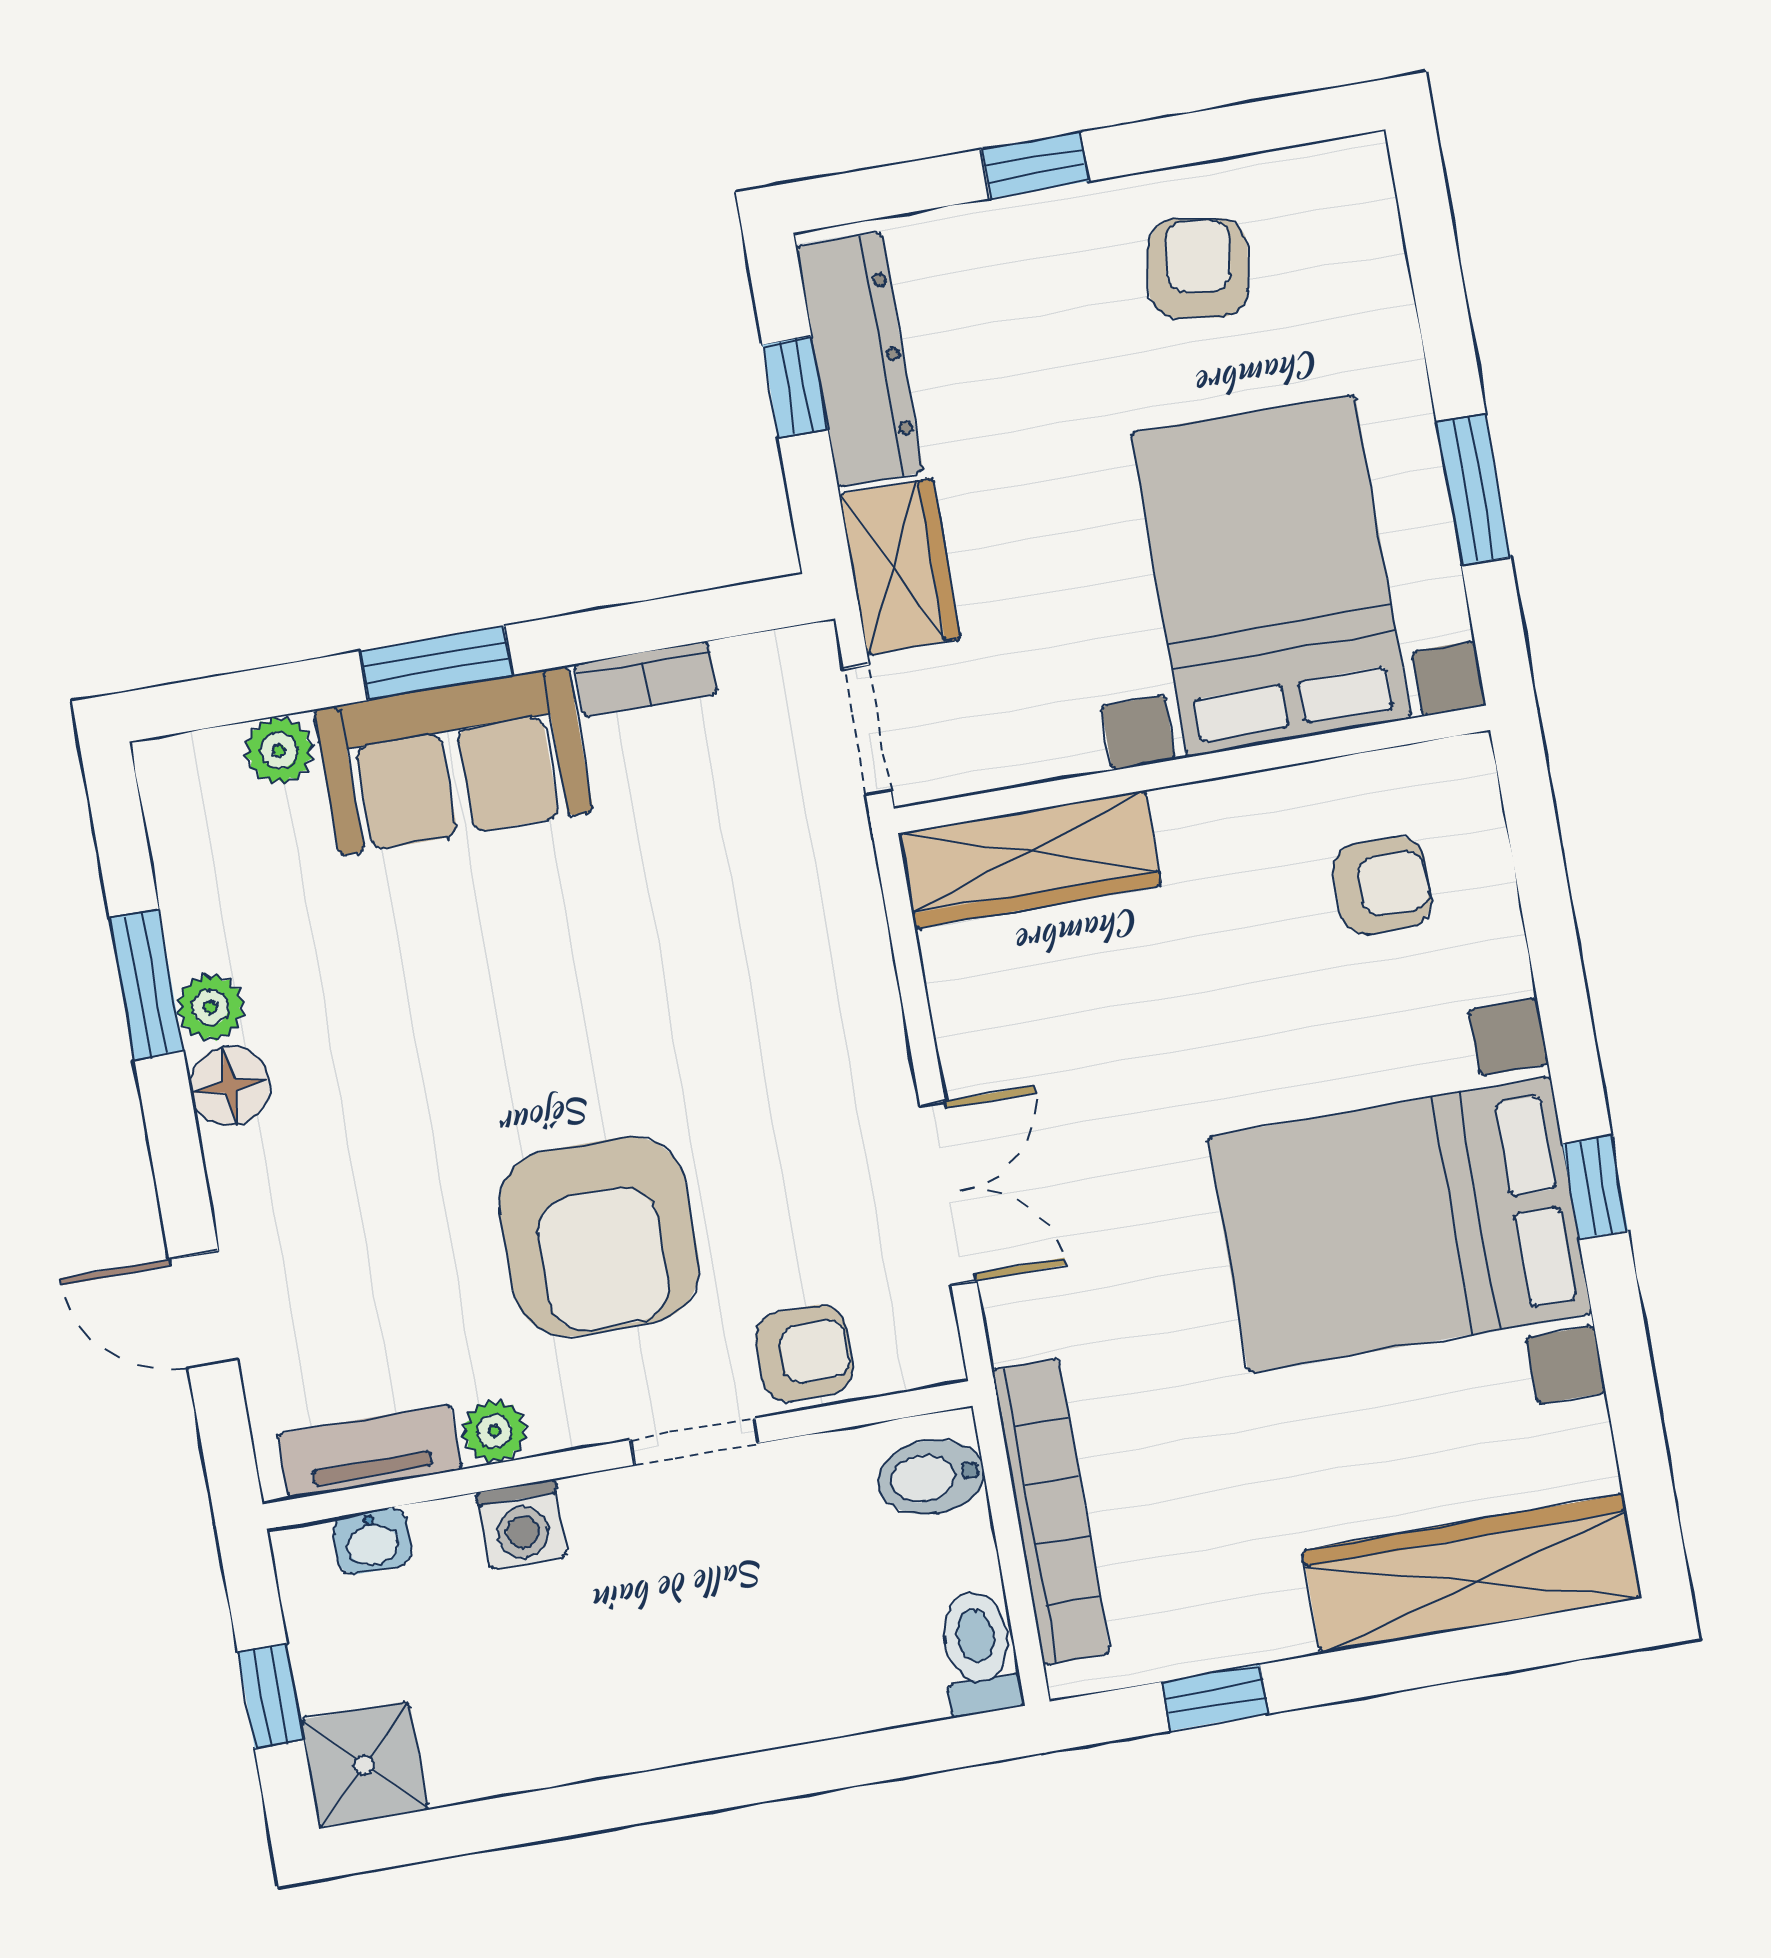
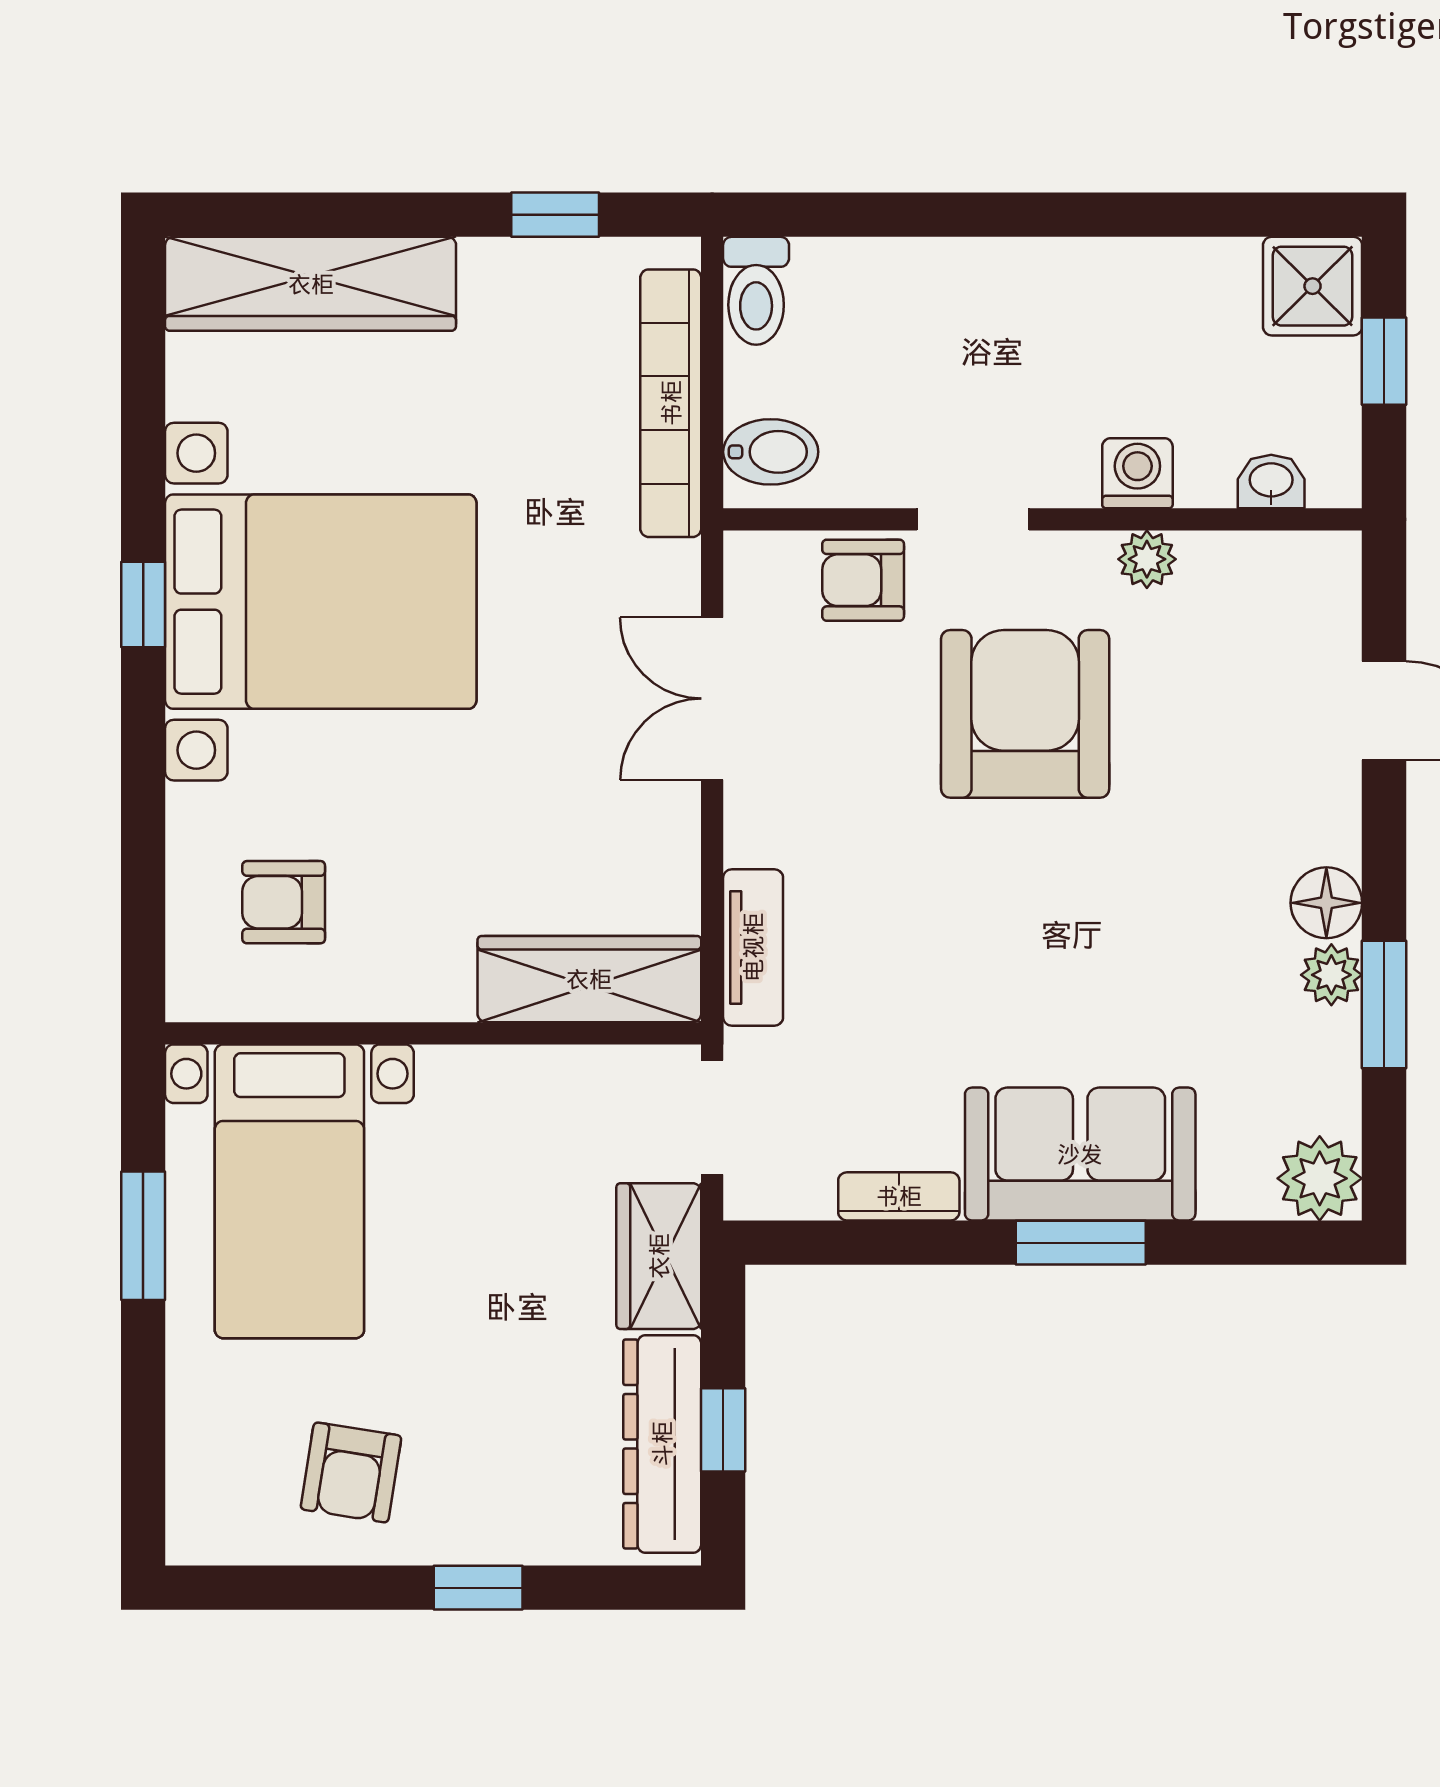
bed with nightstands: (1271, 576) -> (289, 1191), width x0.73
plant: (279, 750) -> (1320, 1178), moved, width x1.38, depth x1.38
tv unit: (369, 1452) -> (753, 947), moved, turned -90

